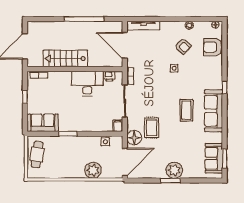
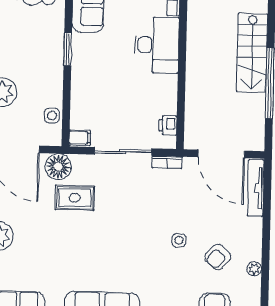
door: (125, 45) -> (221, 154), swing flipped
stairs: (65, 59) -> (252, 53), moved, turned 180
desk: (87, 84) -> (157, 45), moved
coffee table: (186, 110) -> (104, 260), removed

